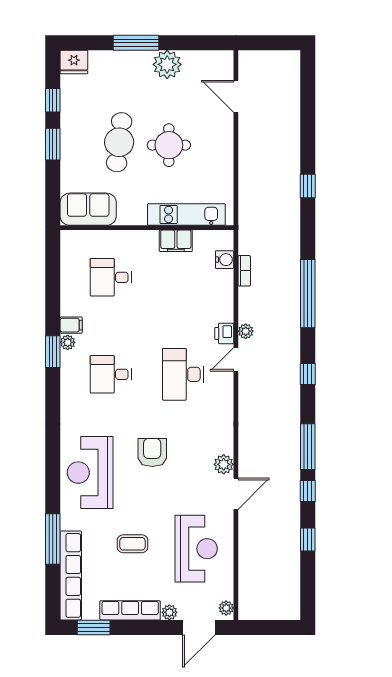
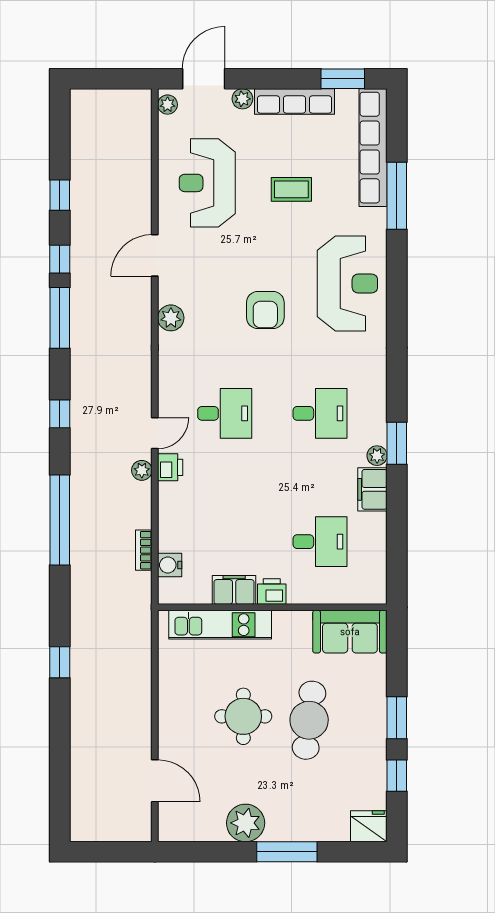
printer: (147, 240) -> (272, 592), added
filing cabinet: (71, 325) -> (372, 489), width x2.00
desk: (183, 374) -> (225, 413), width x0.73
plant: (224, 464) -> (171, 318), moved

